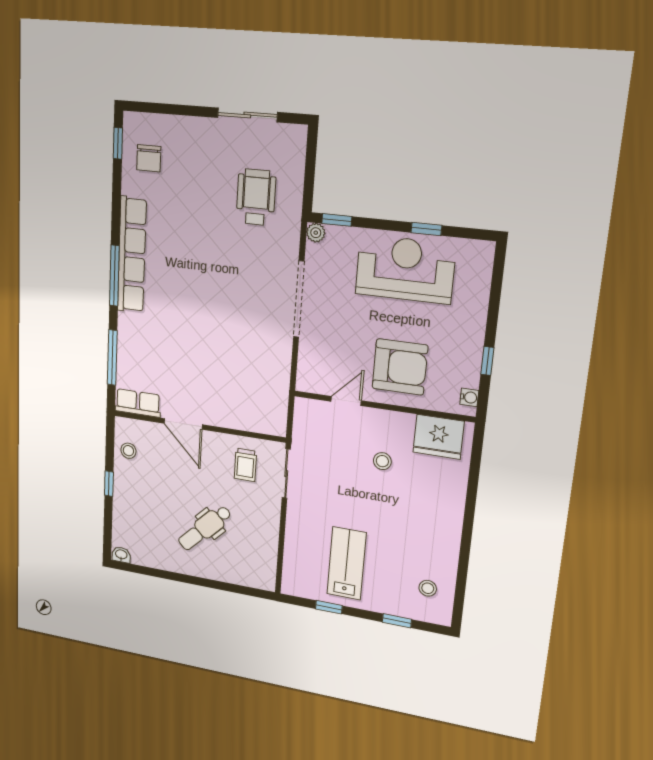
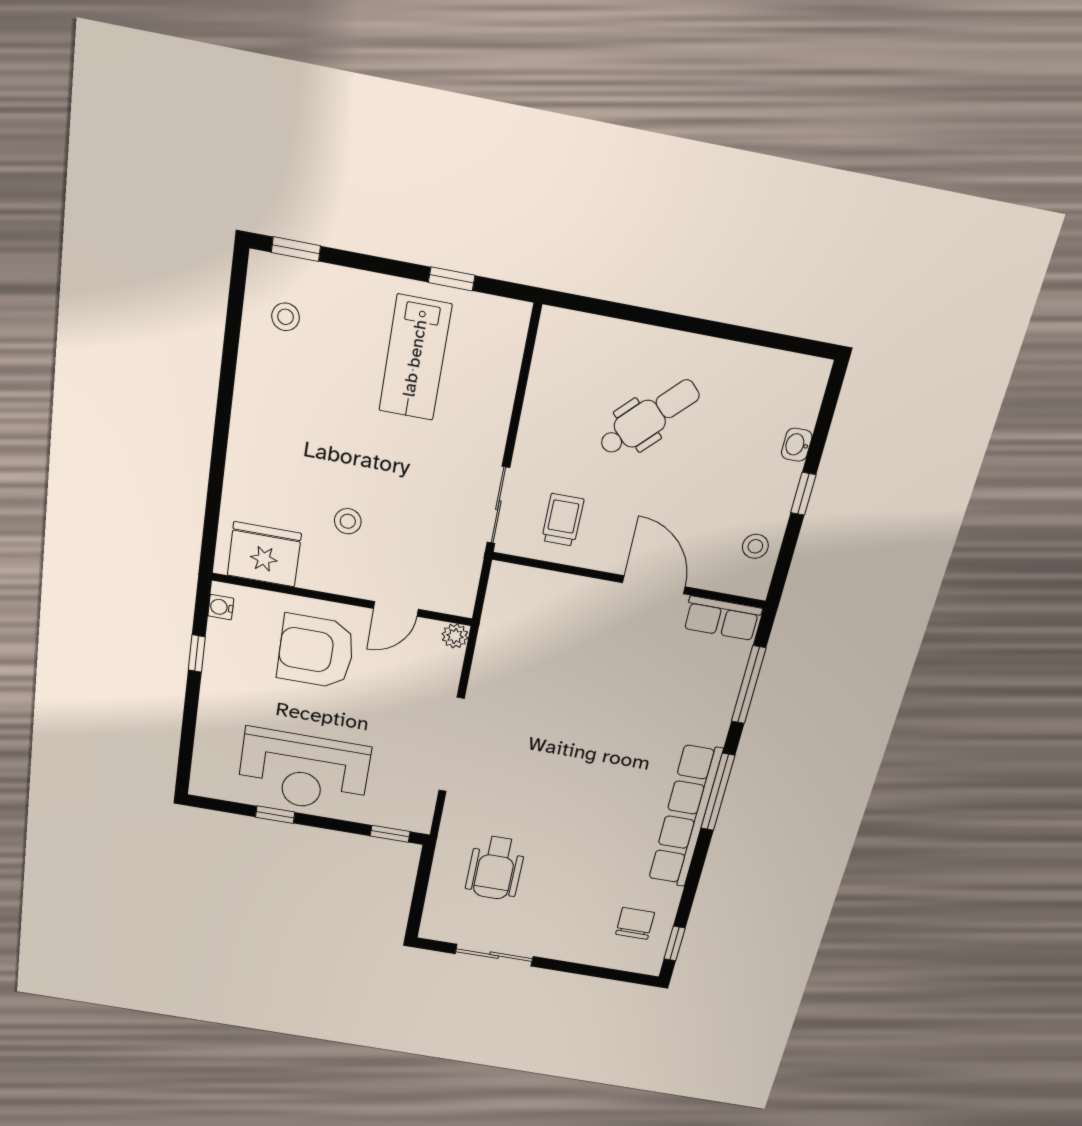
plant: (316, 233) -> (455, 636), moved
washbasin: (121, 555) -> (797, 445), moved, turned 90
window: (397, 621) -> (296, 249), moved

